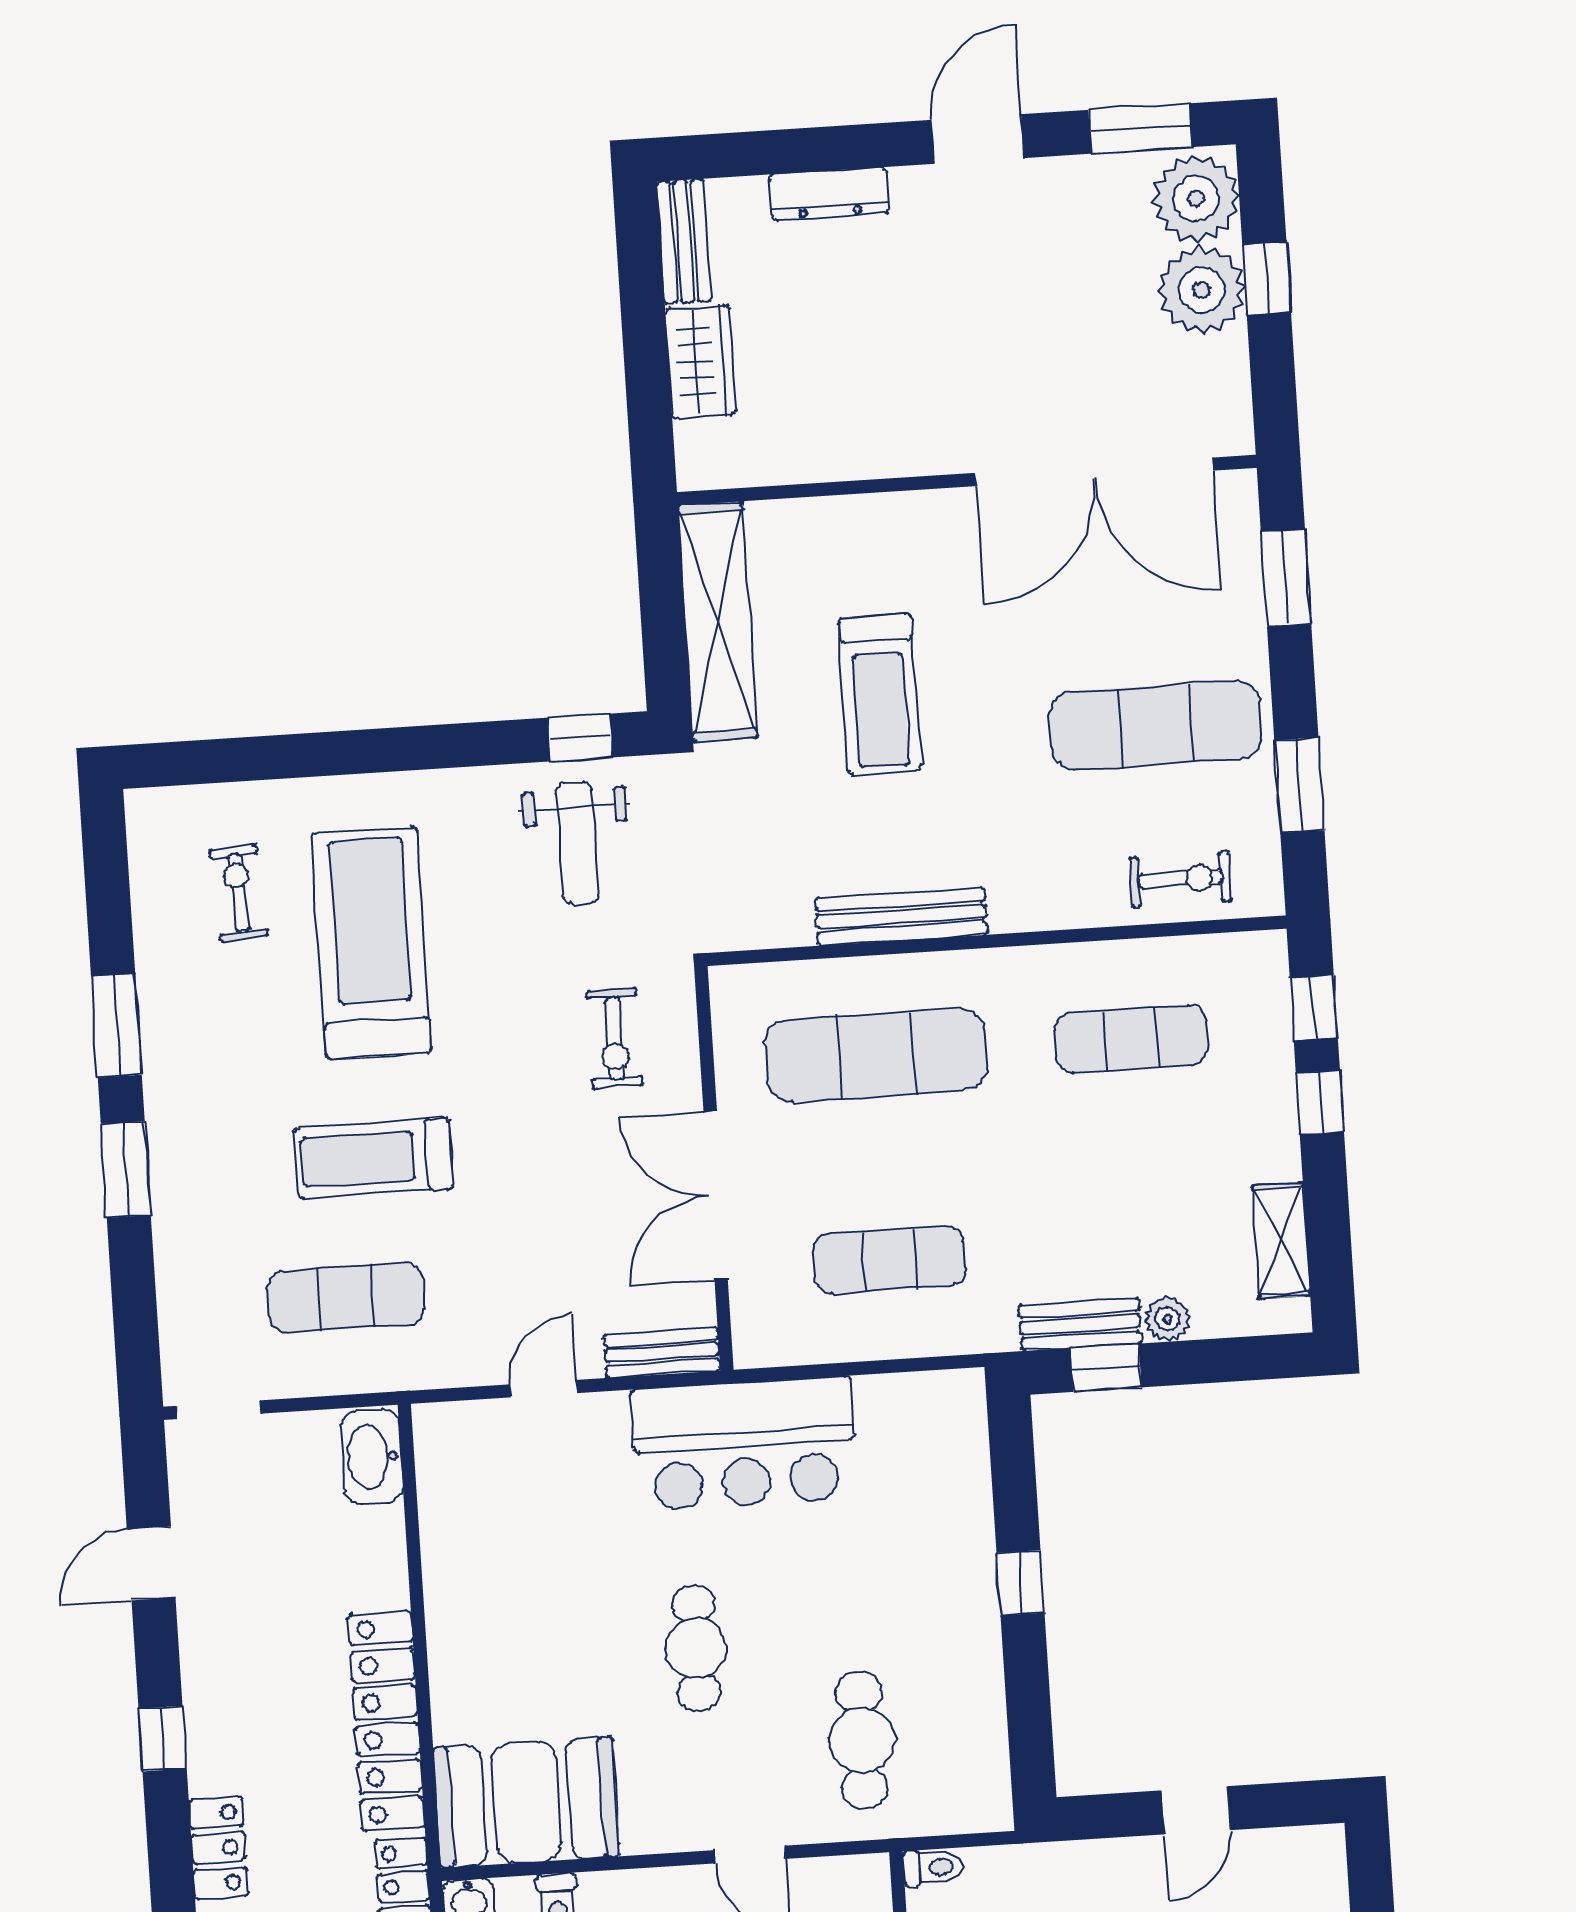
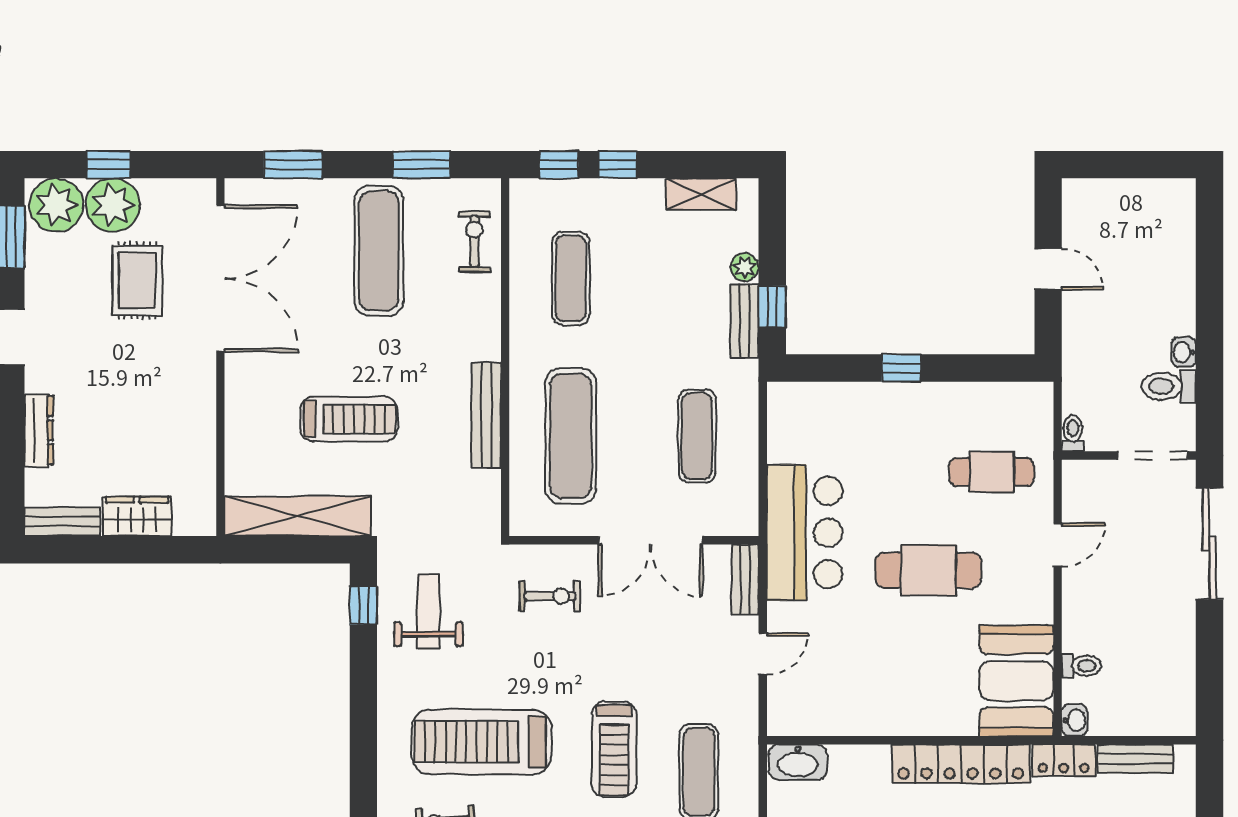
rug: (1082, 337) -> (137, 280), added
weight bench: (577, 843) -> (428, 612), turned -90
door: (544, 1389) -> (763, 654), swing flipped
cafe table: (696, 1648) -> (928, 570), width x1.37, depth x1.35

